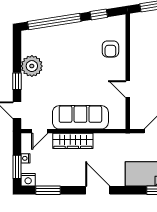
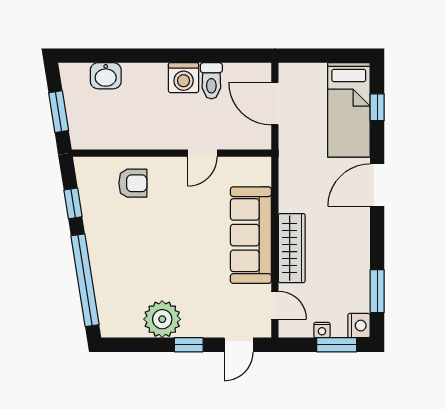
door: (98, 190) -> (377, 185), moved

